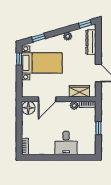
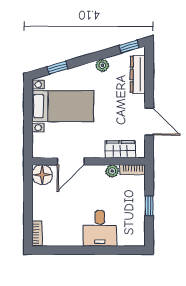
window: (19, 59) -> (28, 100), removed

